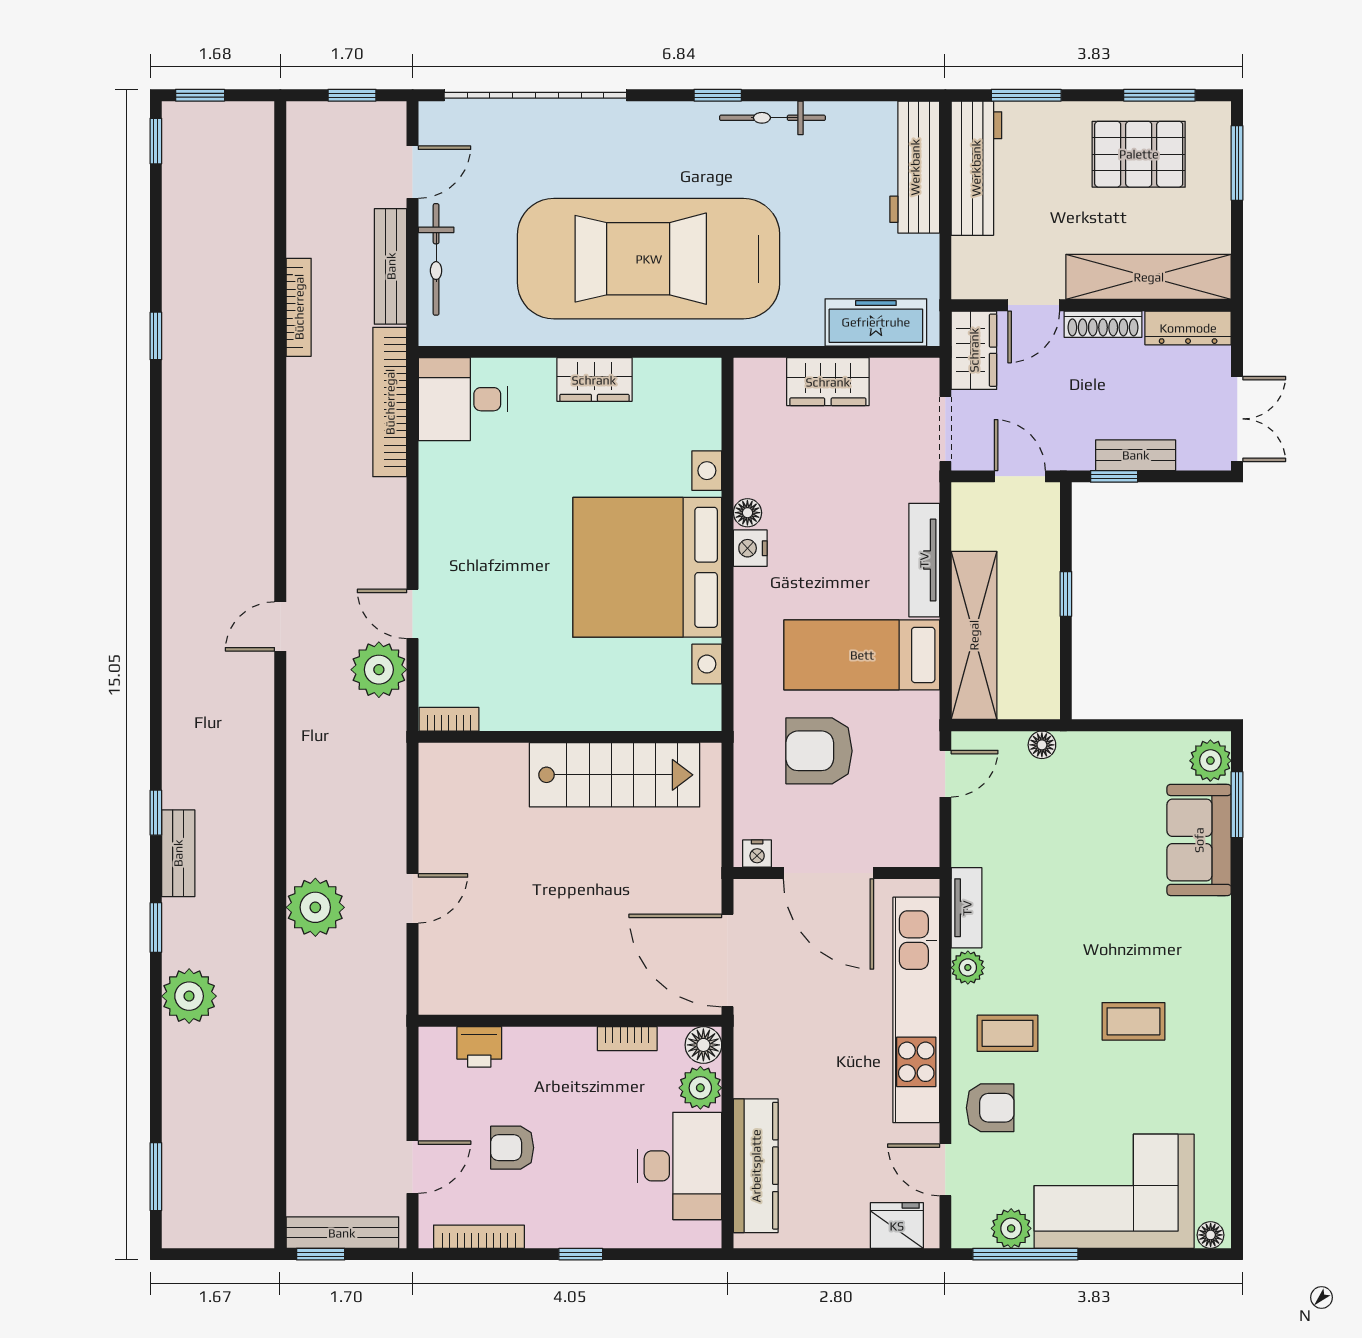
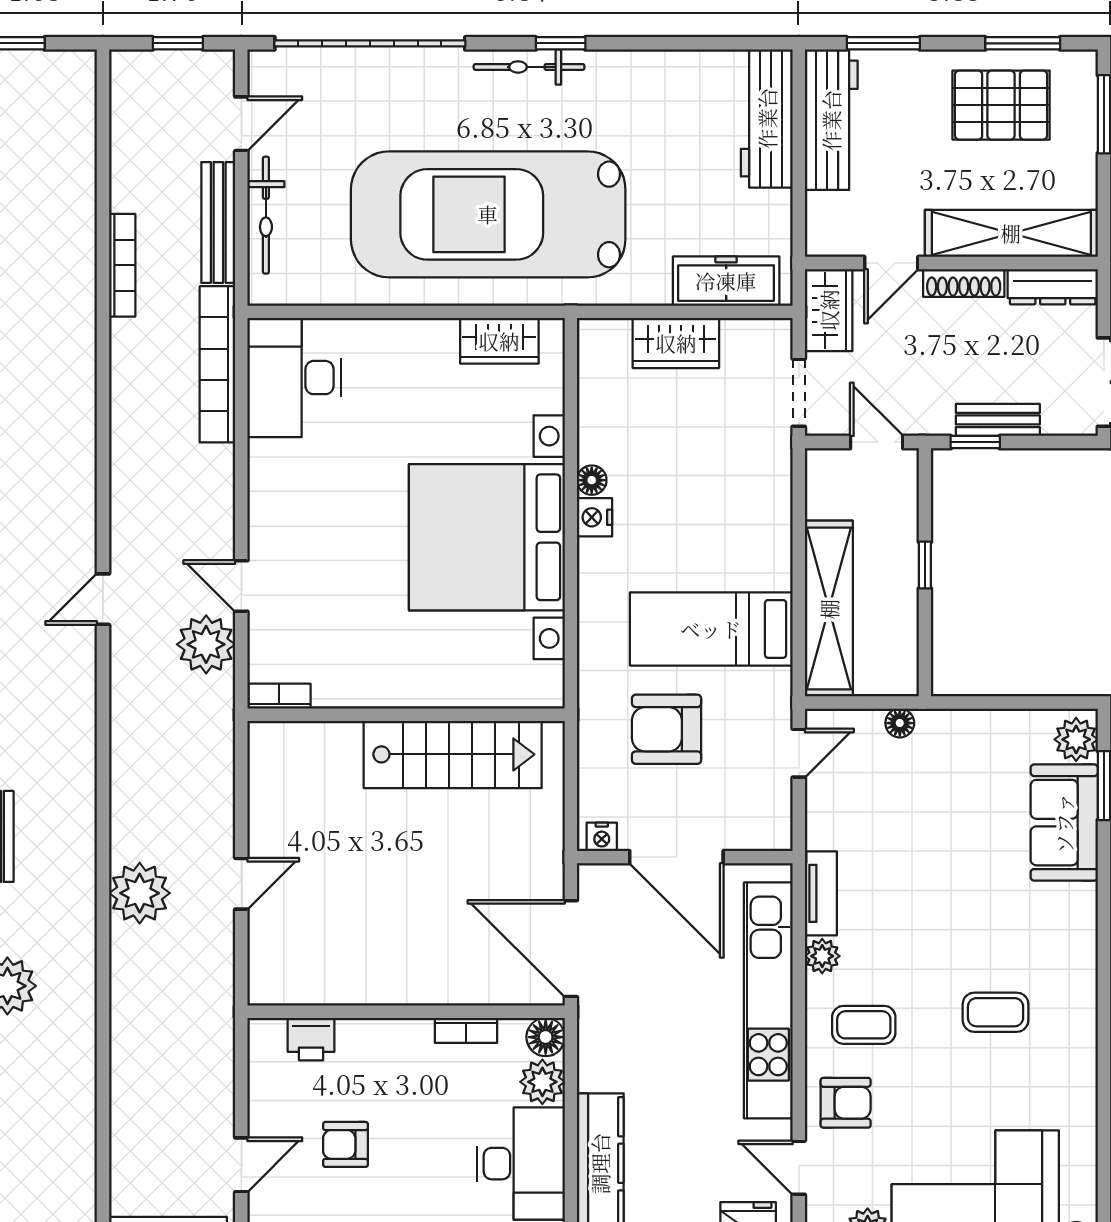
bicycle: (772, 118) -> (529, 67), moved
wardrobe: (594, 380) -> (499, 341), moved
desk: (463, 399) -> (294, 378), width x1.37
tv unit: (924, 560) -> (777, 530), removed

